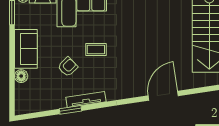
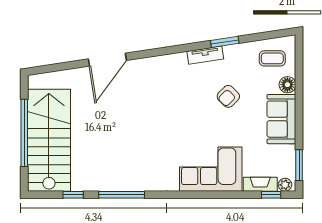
coffee table: (96, 49) -> (272, 58), moved
tv unit: (86, 99) -> (205, 55), width x0.71

